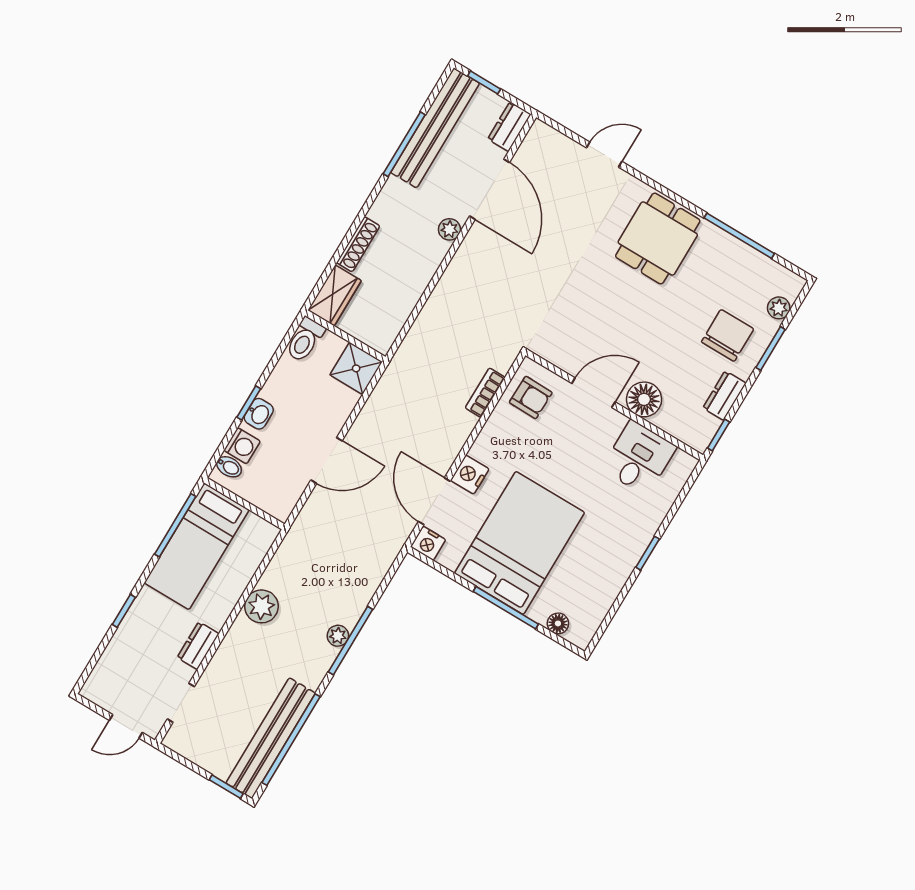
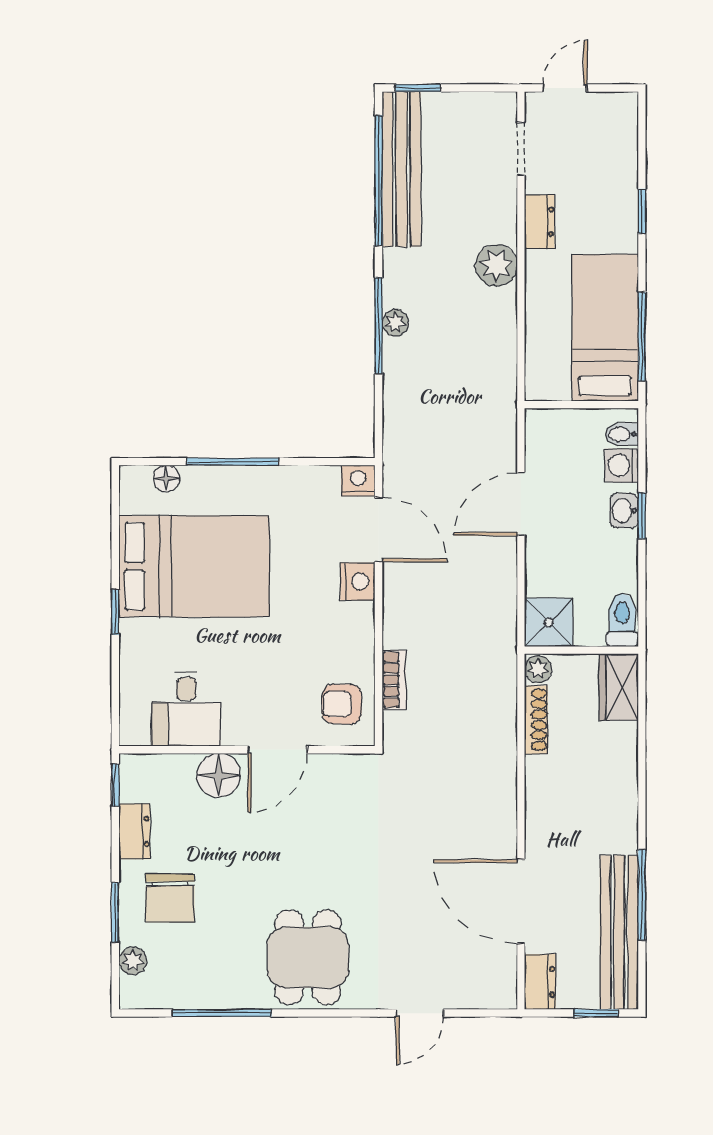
plant: (449, 229) -> (538, 669), moved
shoe rack: (358, 244) -> (536, 720), moved, turned 180
bed: (520, 543) -> (194, 566), moved, turned -90
plant: (262, 606) -> (496, 265), moved

